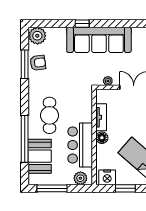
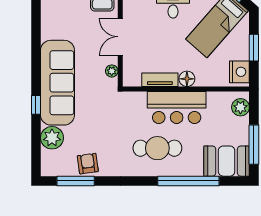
plant: (37, 36) -> (52, 138), moved
window: (25, 64) -> (76, 181), moved
bar counter: (80, 145) -> (177, 107), moved
booth: (40, 156) -> (227, 161), moved

